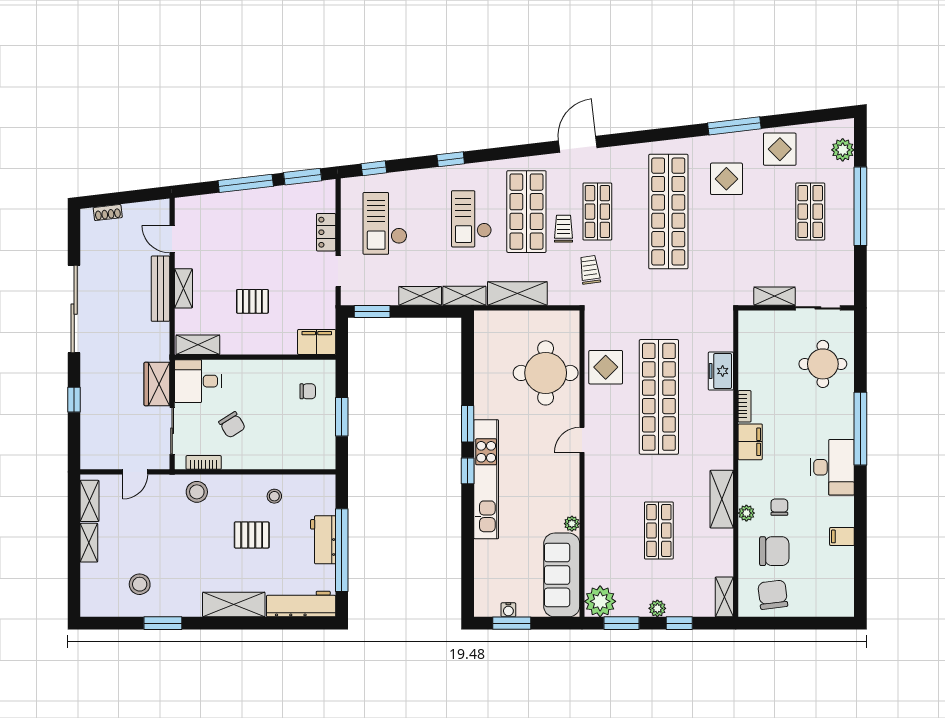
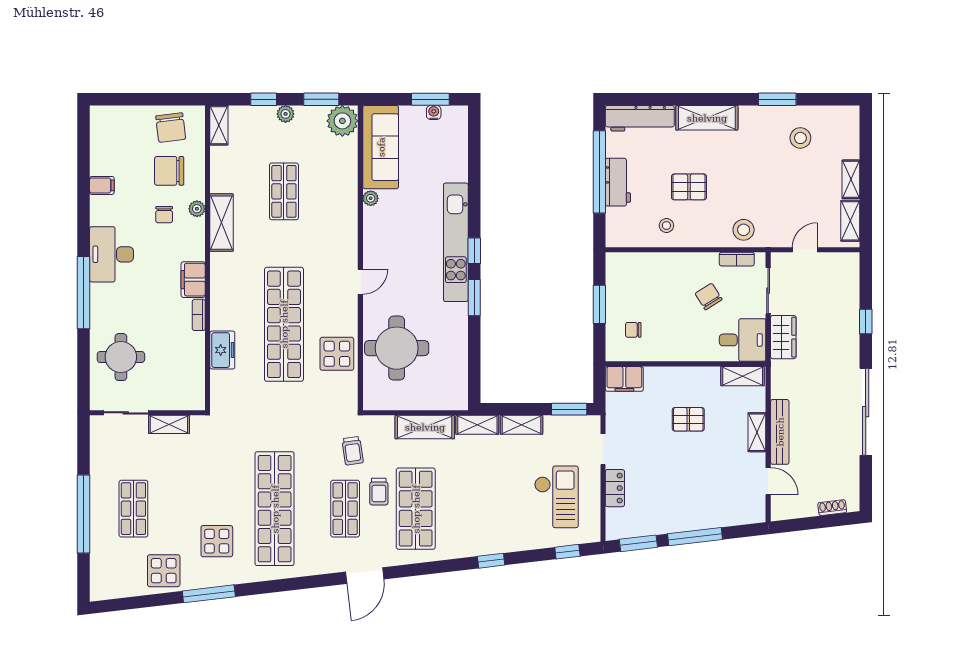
plant: (843, 150) -> (101, 570), removed
checkout: (471, 219) -> (470, 501), removed

